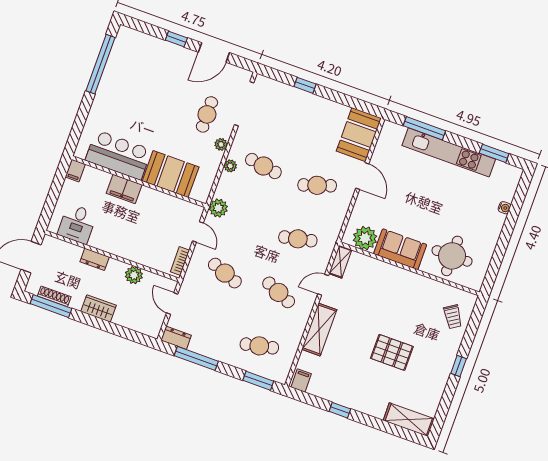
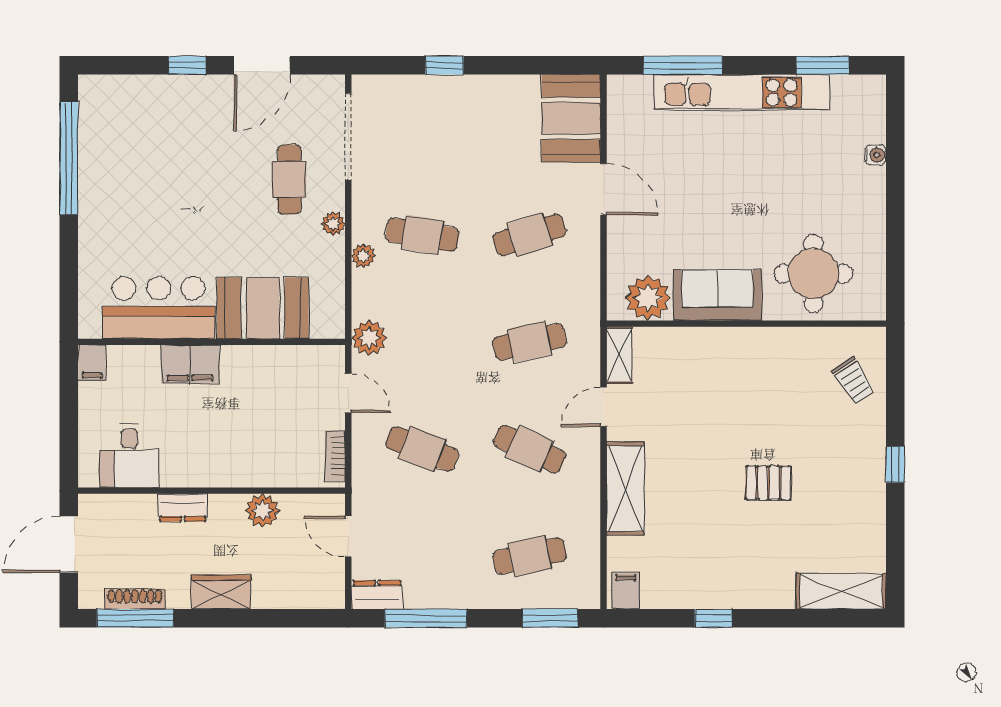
pallet: (392, 352) -> (768, 483), width x0.67, depth x0.71

